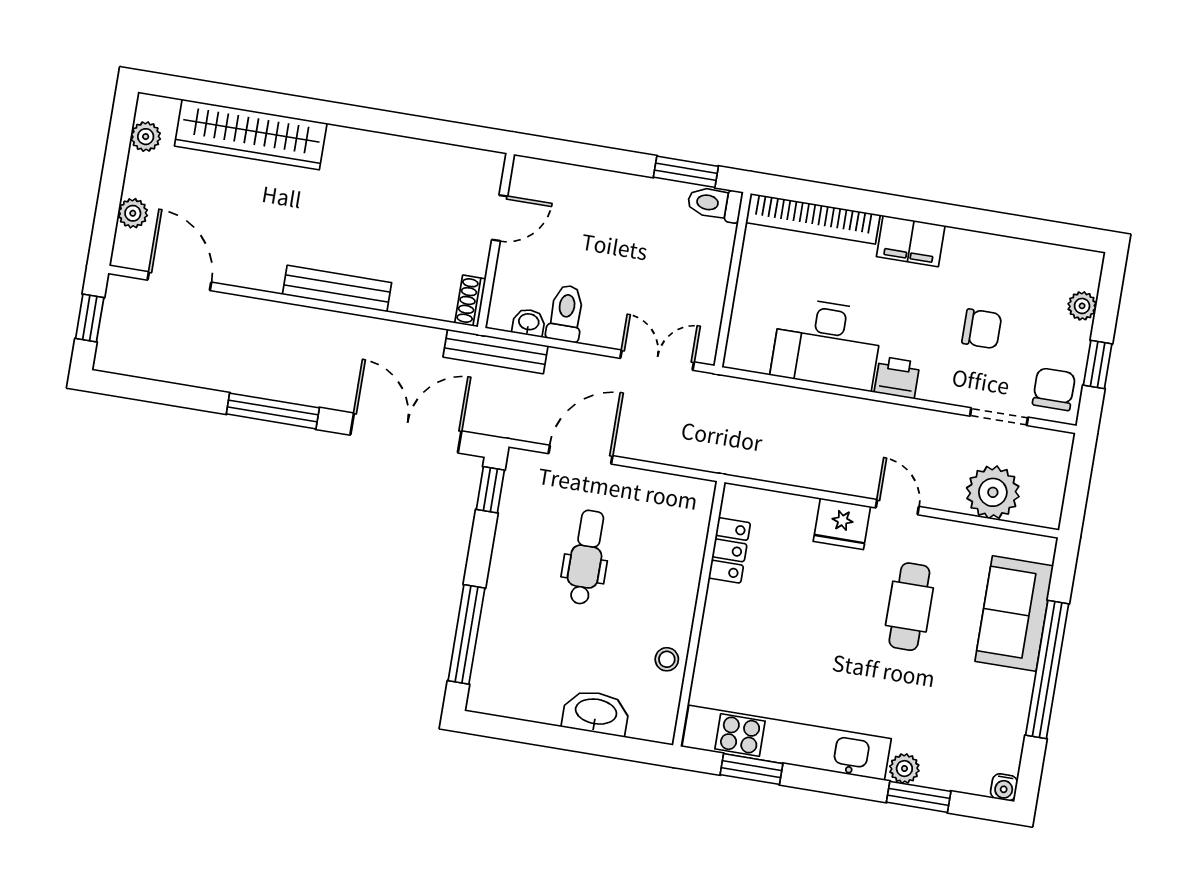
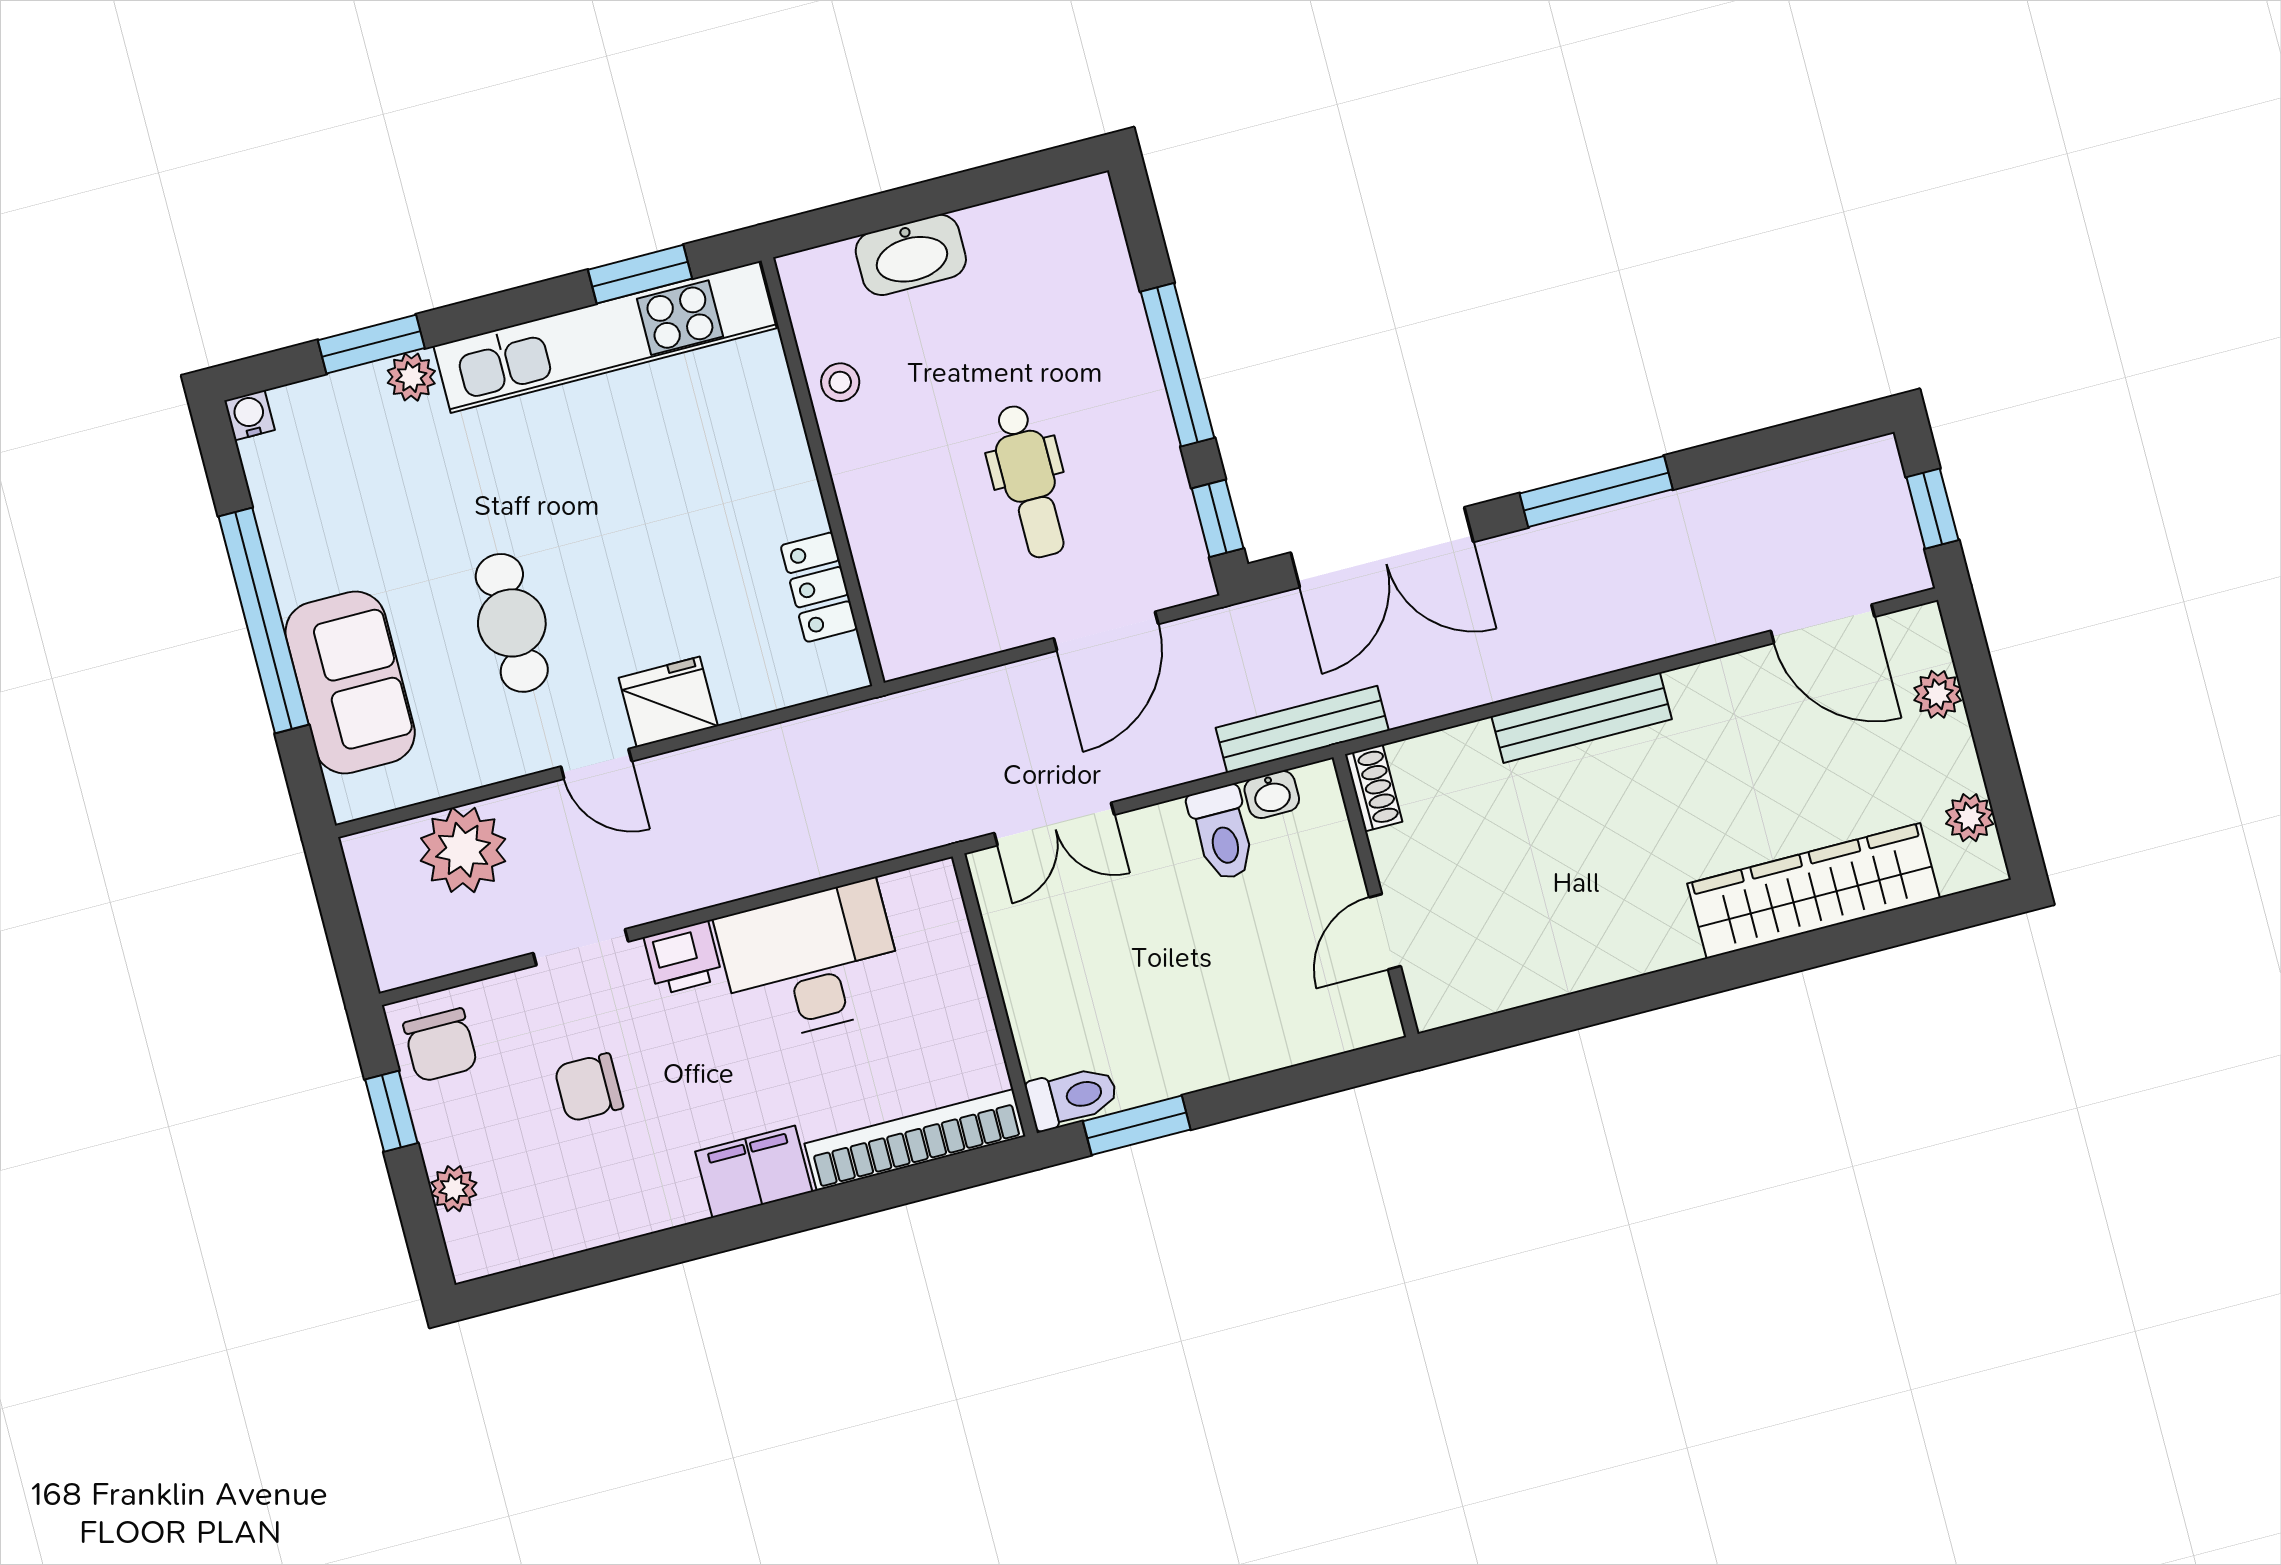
doorway: (999, 417) -> (581, 947), moved
window: (466, 634) -> (1178, 365), moved

